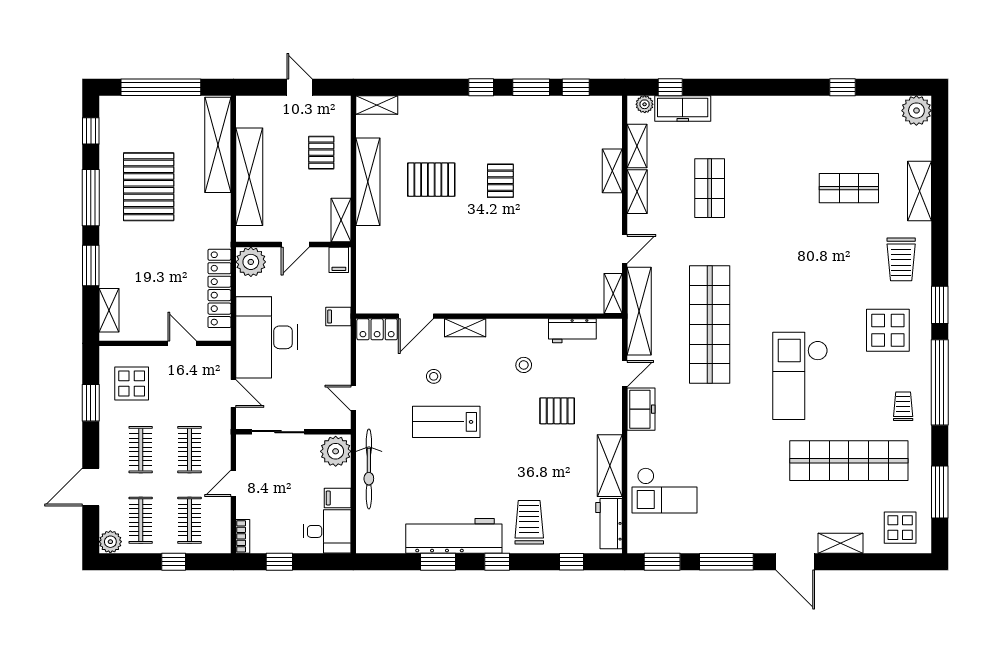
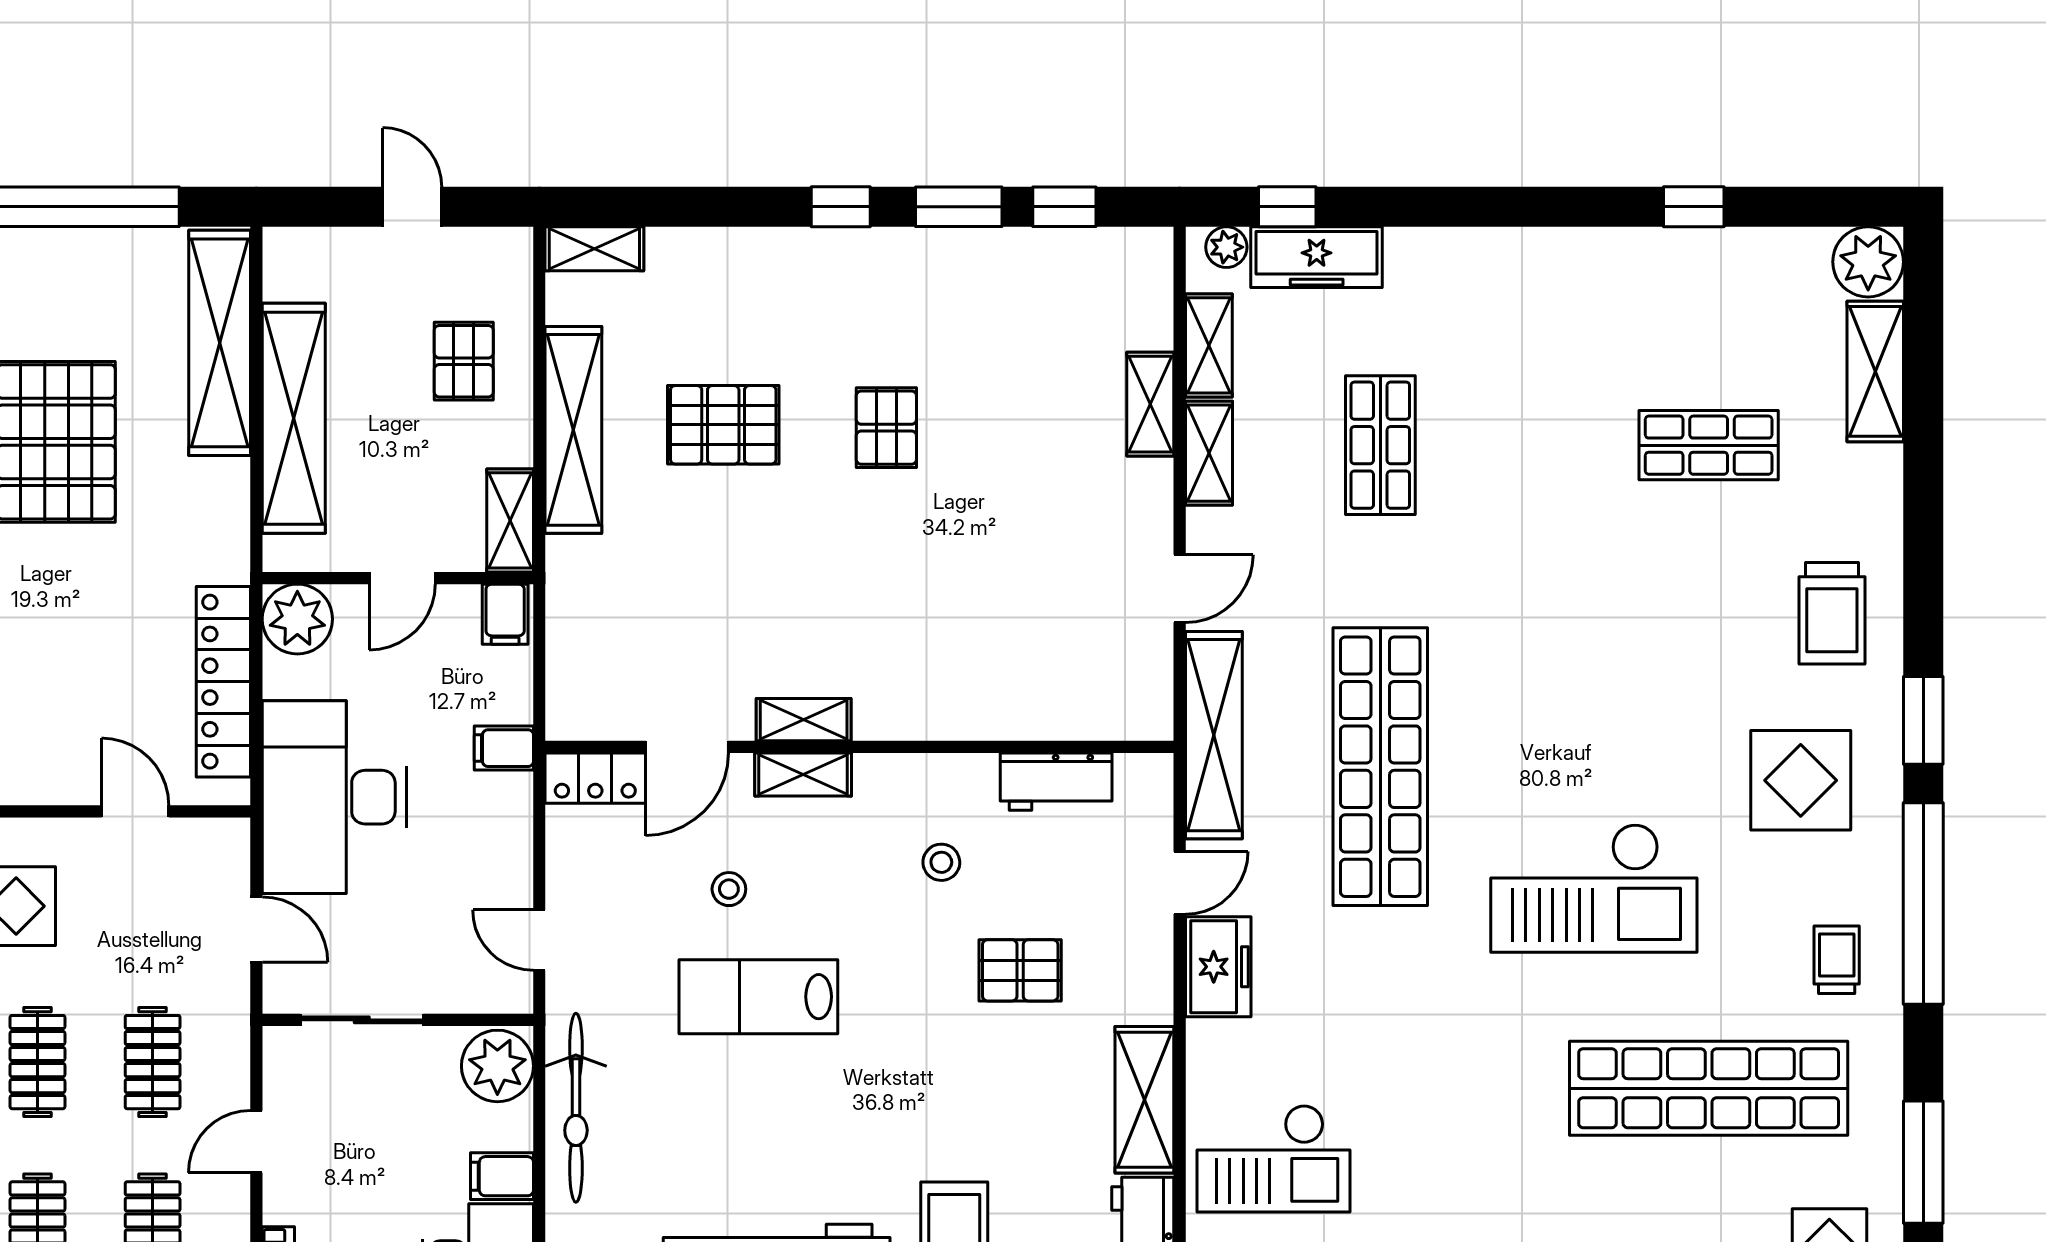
shelving: (919, 191) -> (1875, 371), moved
shelving: (613, 293) -> (804, 720), moved, turned 90
checkout: (800, 376) -> (1594, 888), turned -90

